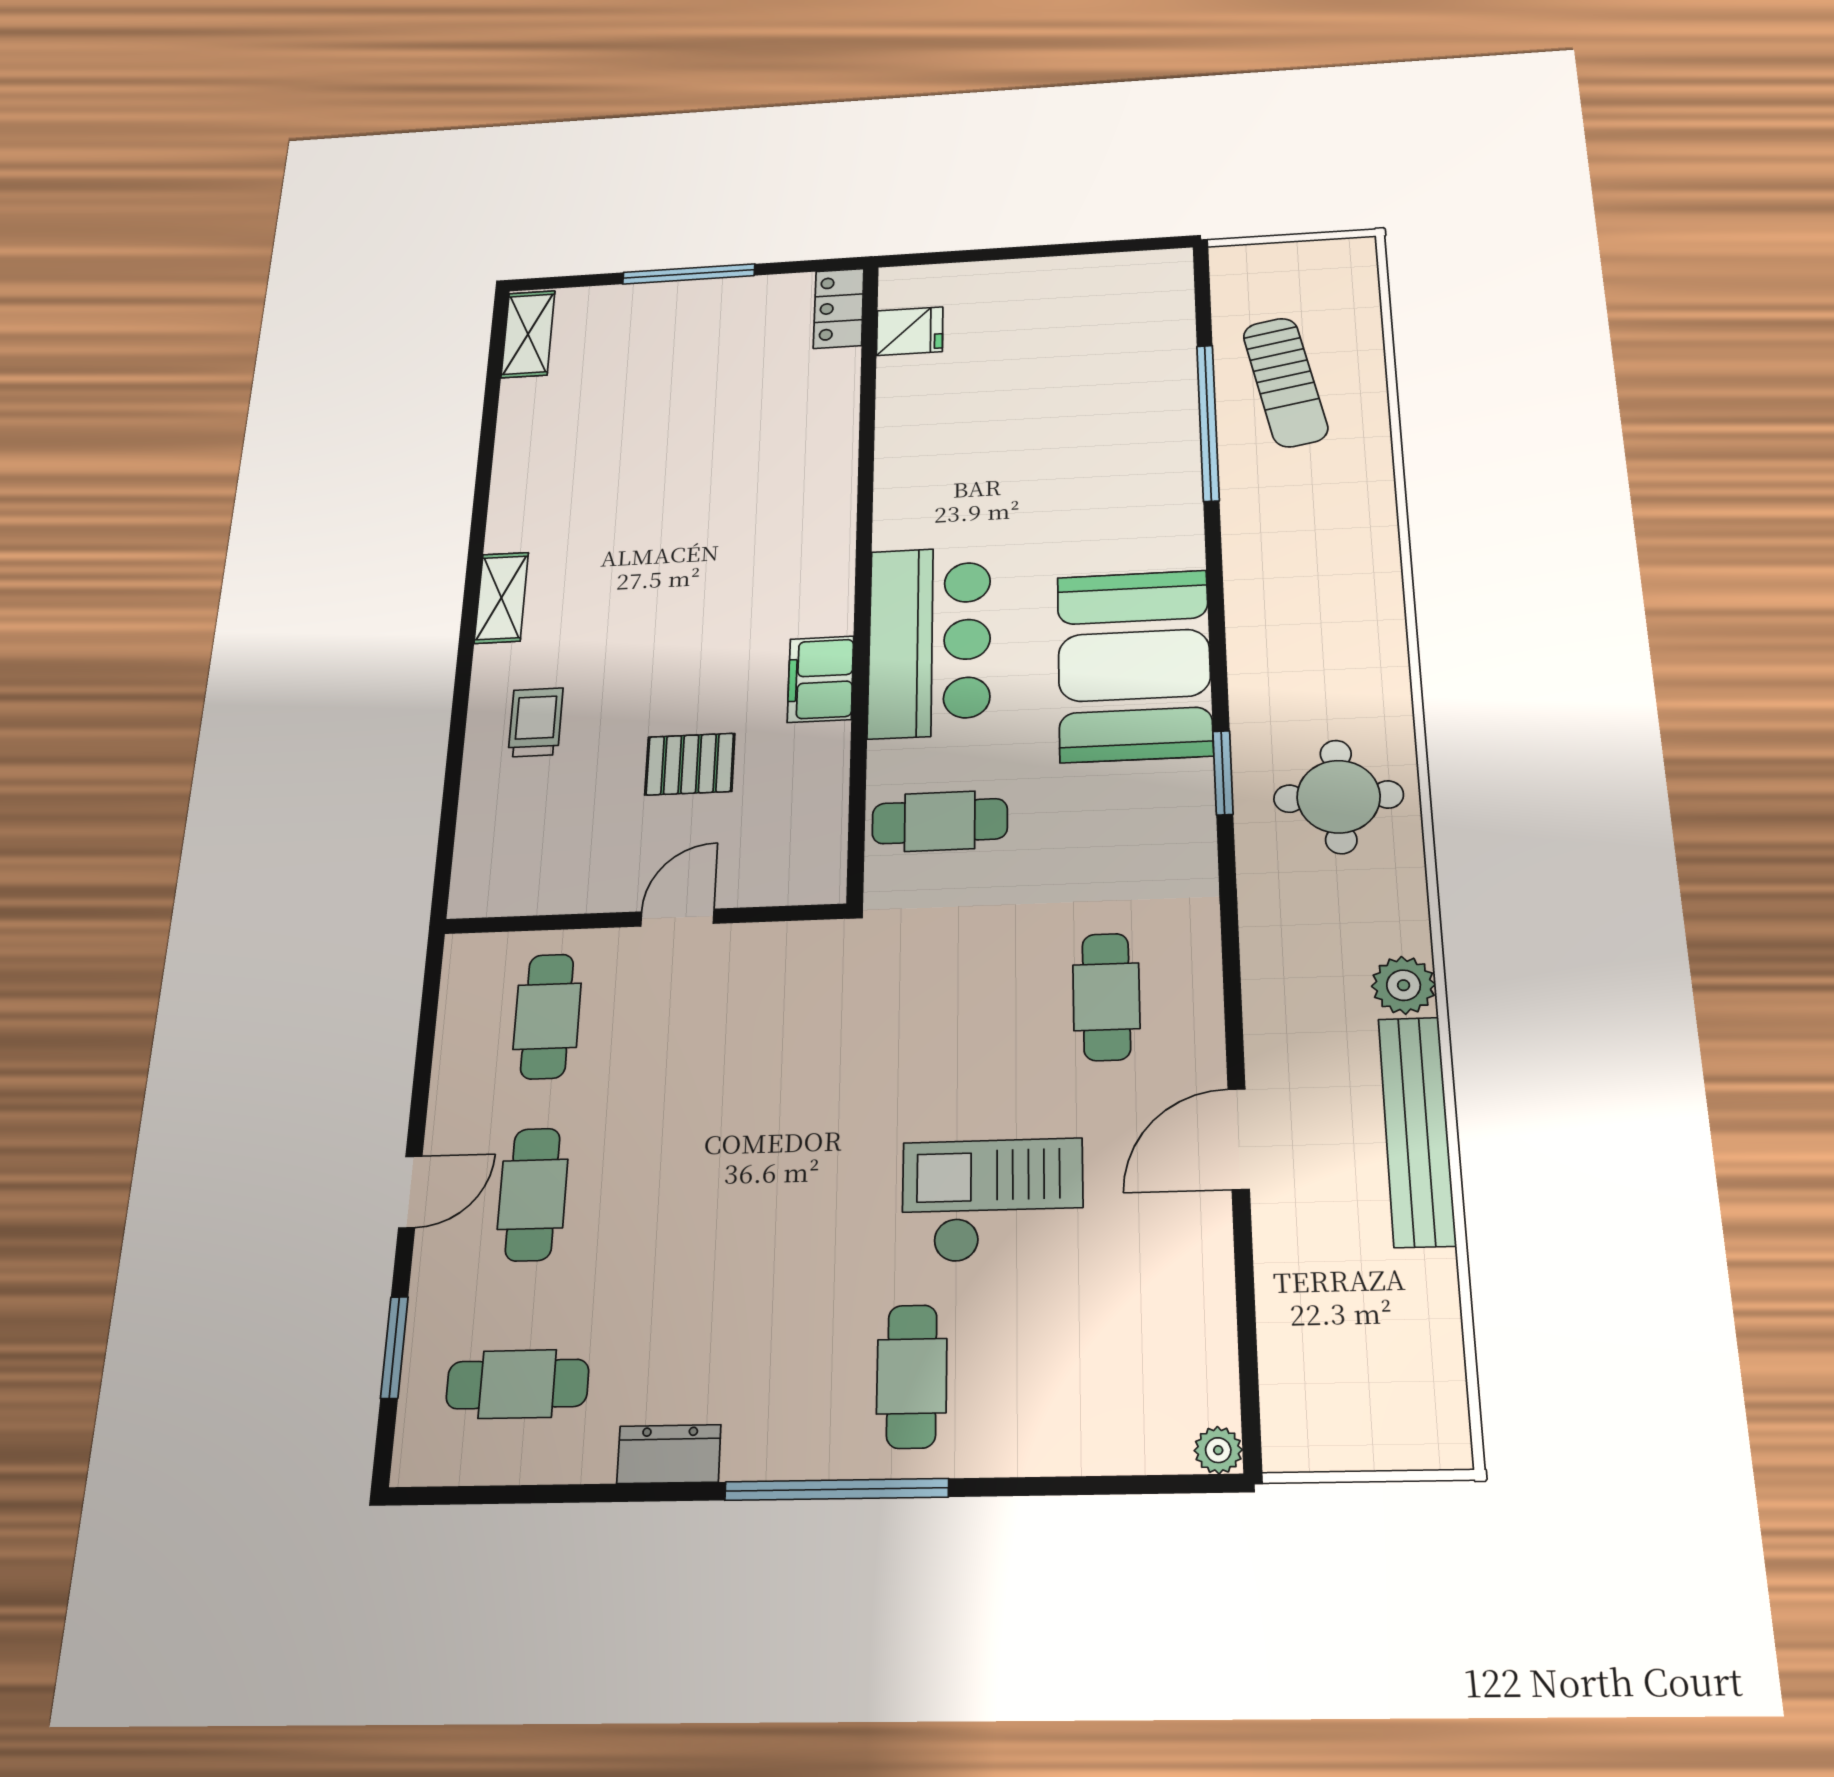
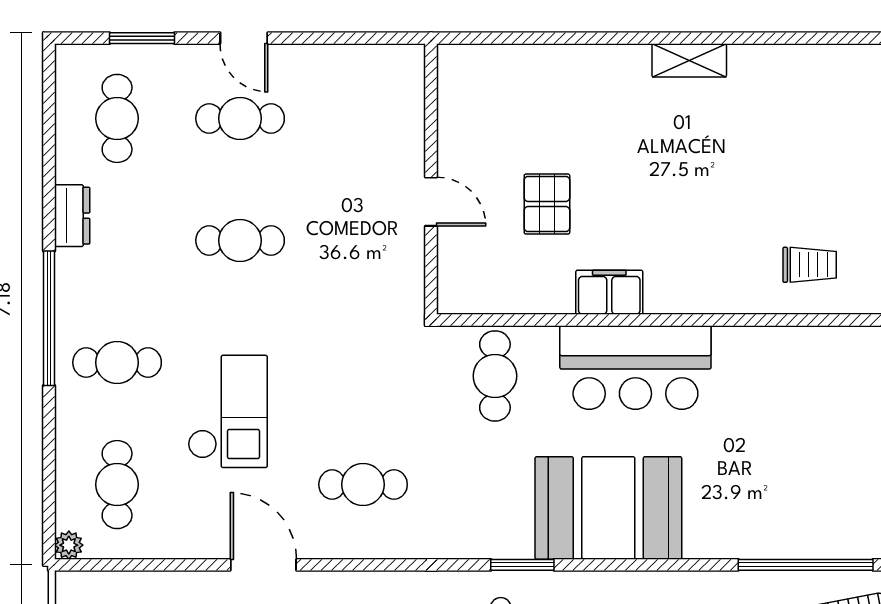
trolley: (536, 722) -> (810, 265), moved
cafe table: (547, 1016) -> (240, 240), moved
cafe table: (1114, 1372) -> (117, 485), added

